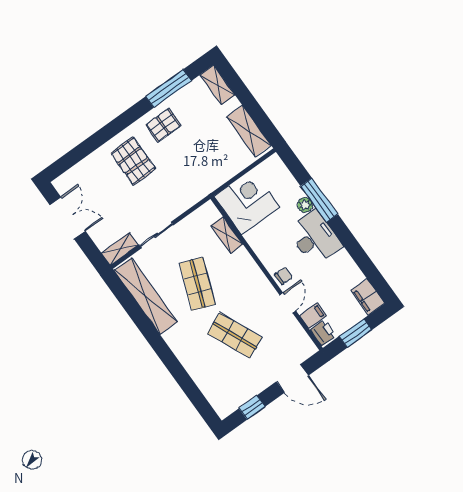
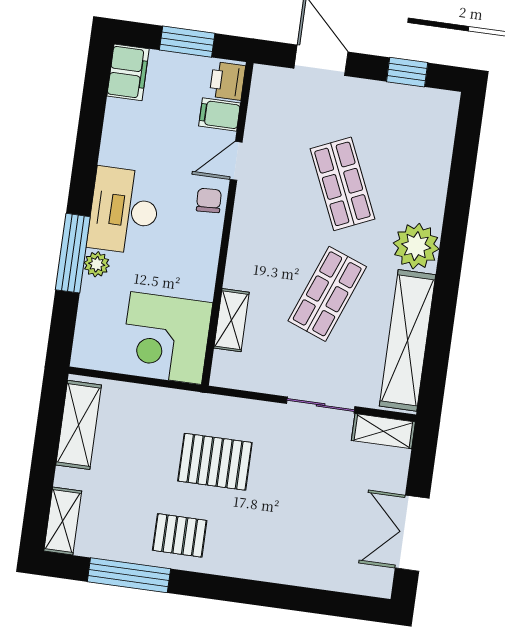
pallet: (133, 161) -> (215, 462), moved, turned 90
chair: (284, 276) -> (209, 200), turned 87
plant: (179, 339) -> (416, 246), added

